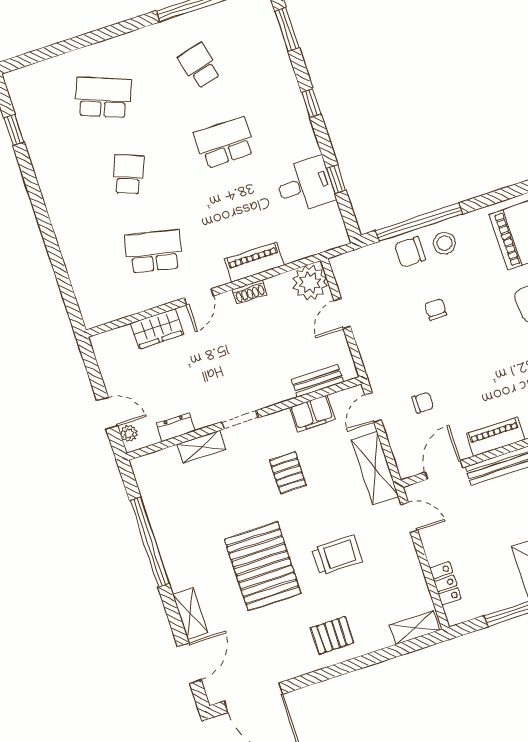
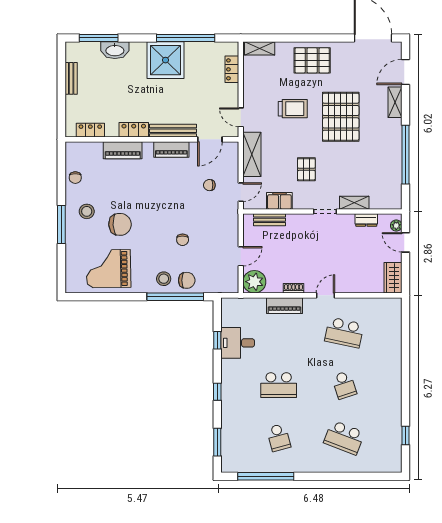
school desk: (128, 174) -> (344, 385), turned -39
wardrobe: (157, 329) -> (393, 278), moved, turned -90
trolley: (337, 555) -> (293, 109), turned 180
pallet: (332, 635) -> (312, 60), width x1.50, depth x1.42

